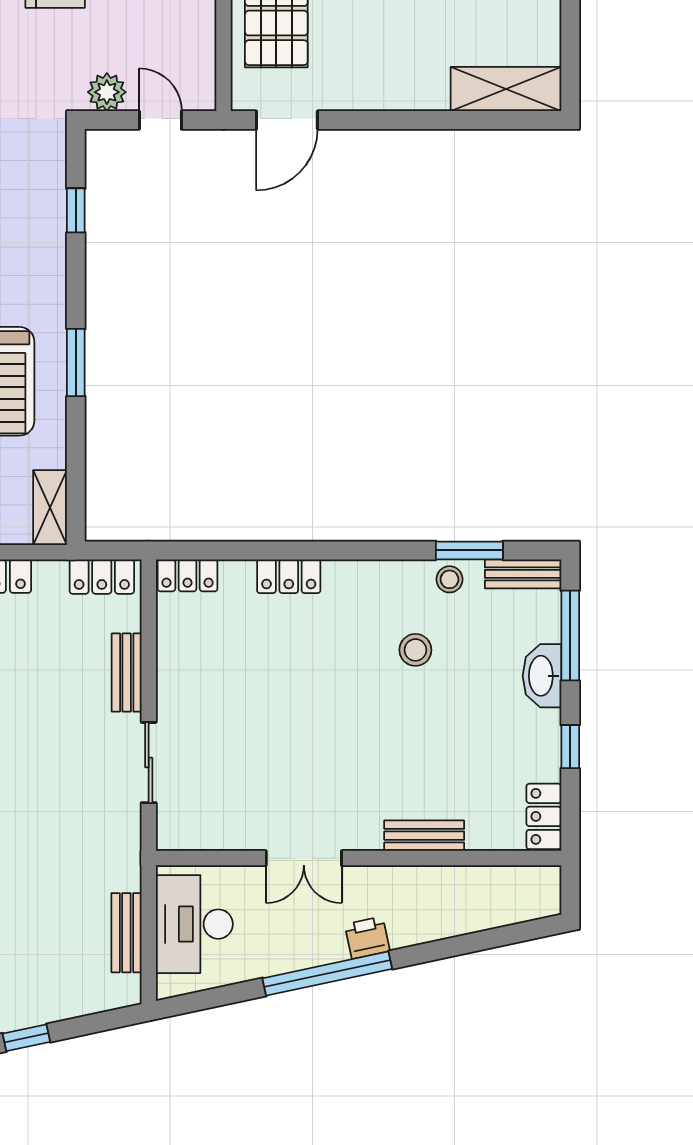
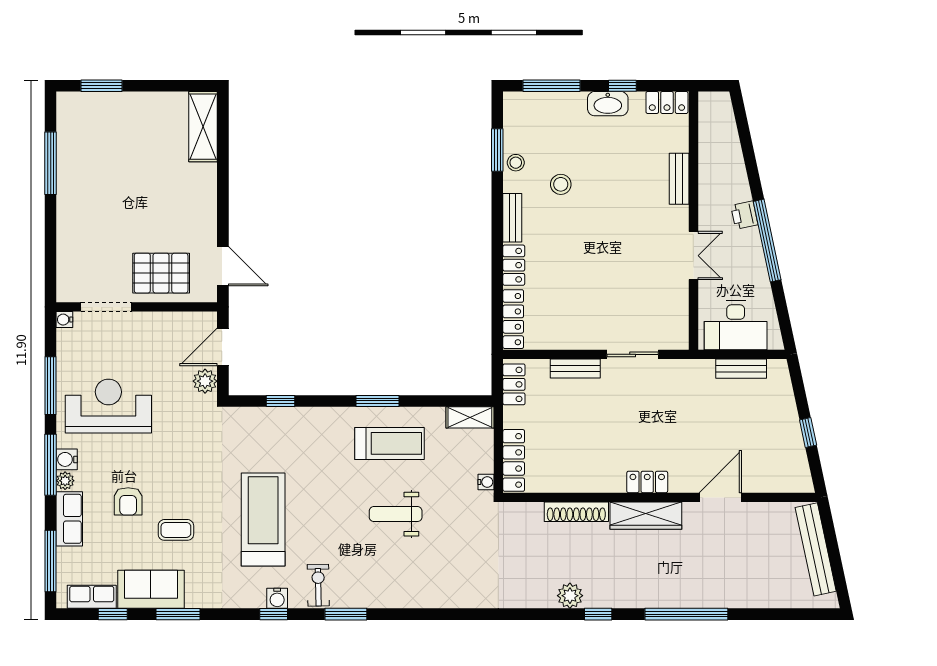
door: (160, 120) -> (223, 347), width x1.37
bench: (523, 574) -> (512, 218), moved
locker: (187, 575) -> (513, 319), width x1.53
washbasin: (542, 676) -> (608, 104), moved

